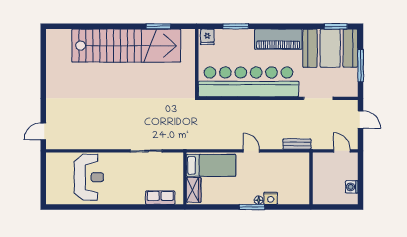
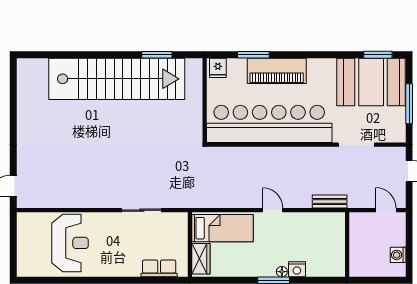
piano: (278, 39) -> (277, 71), moved

